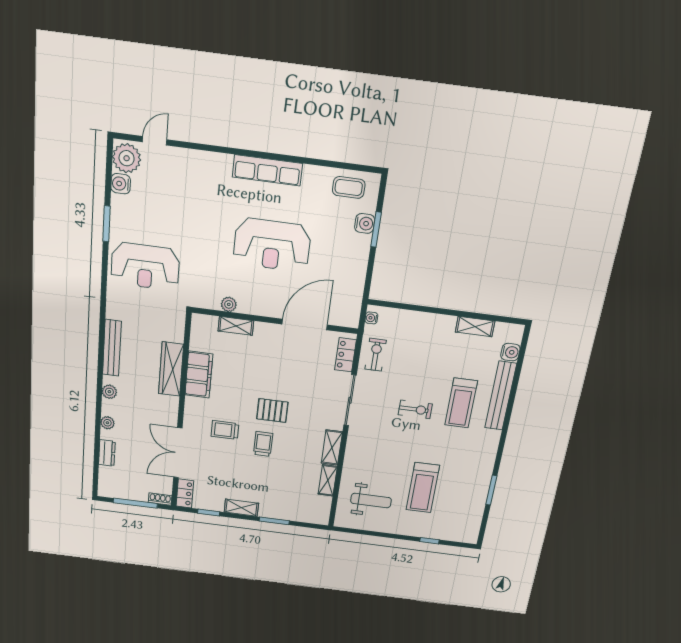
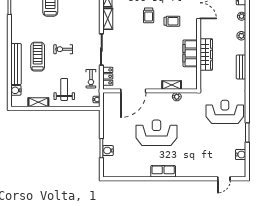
plant: (127, 158) -> (238, 168), removed
row of seats: (267, 170) -> (163, 171), width x0.68
coffee table: (349, 187) -> (119, 168), removed
weight bench: (425, 343) -> (64, 89), added
bench: (112, 348) -> (241, 67), width x0.73
pallet: (272, 411) -> (145, 37), removed

